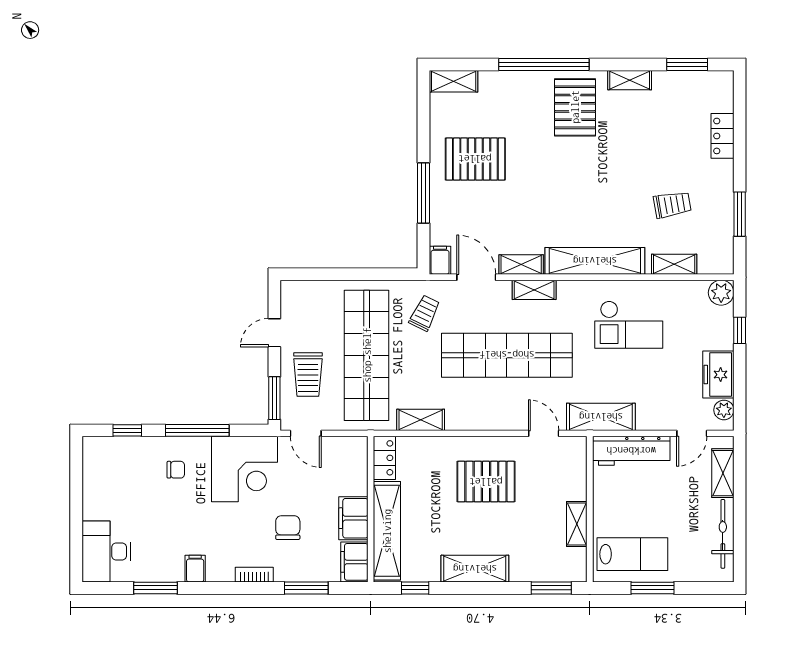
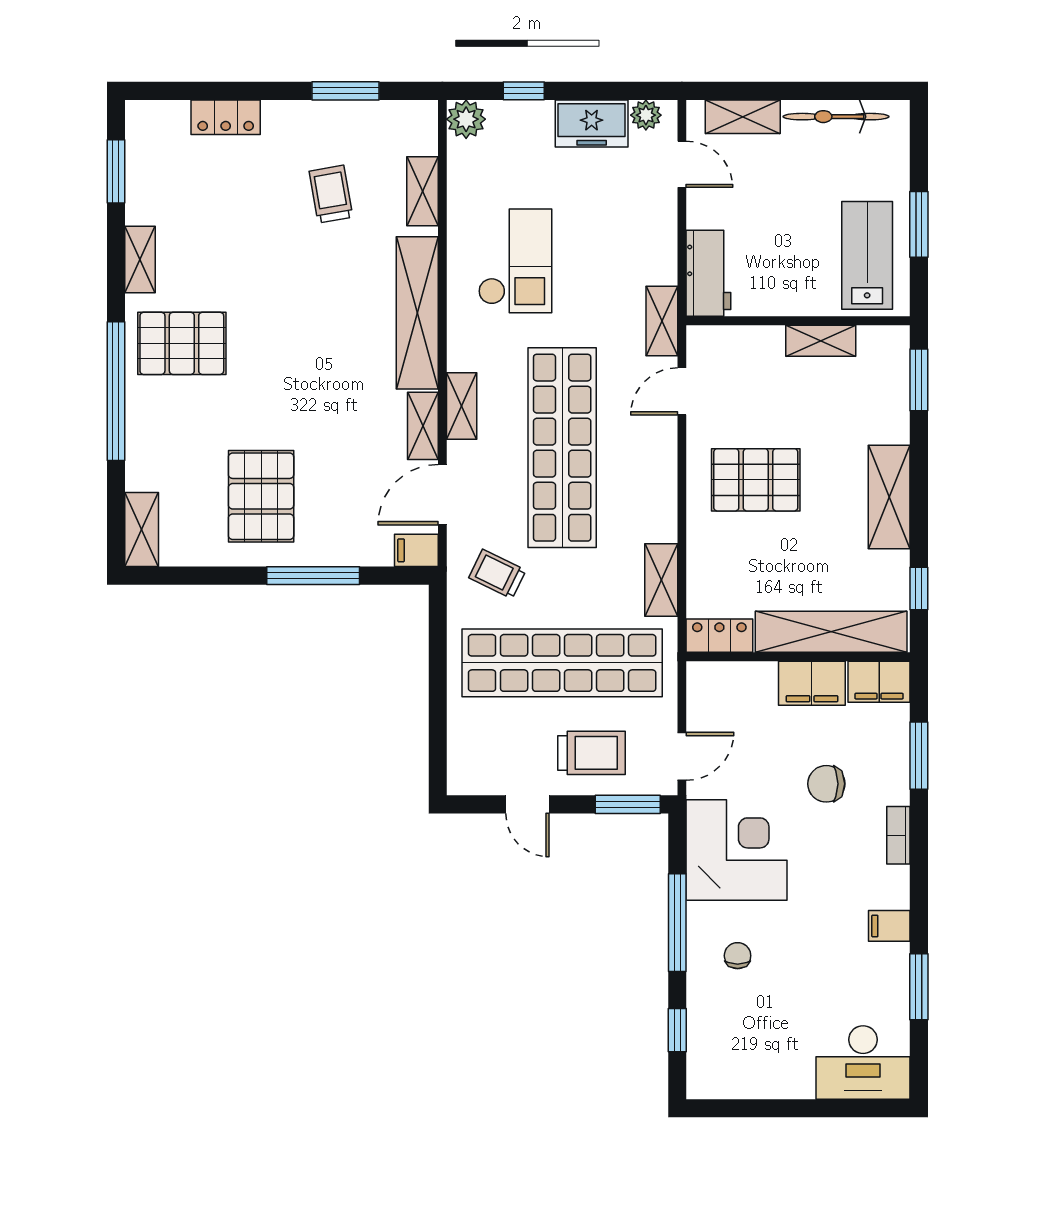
shelving: (601, 417) -> (662, 321), width x0.67, depth x0.75
workbench: (631, 451) -> (708, 273), width x0.73
pallet: (486, 482) -> (756, 480), turned 90

